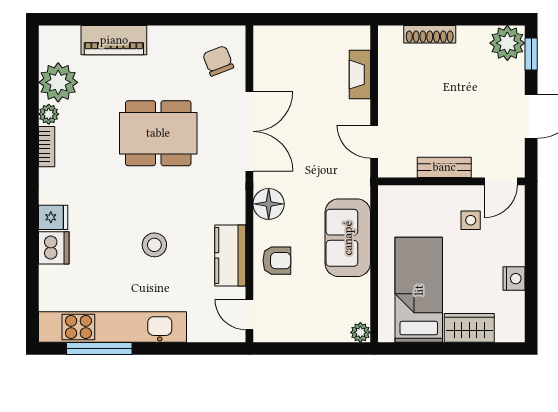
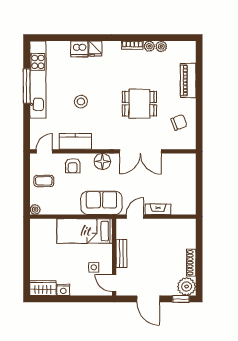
shoe rack: (430, 34) -> (191, 263), moved
chair: (218, 61) -> (179, 122), moved
fireplace: (360, 75) -> (158, 209), moved
plant: (58, 82) -> (161, 46), width x0.53, depth x0.53
dining table: (158, 133) -> (139, 104), width x0.73
sofa: (348, 238) -> (101, 203), moved
bed: (419, 290) -> (85, 231), moved, turned 180
coffee table: (306, 316) -> (44, 181), added
wardrobe: (469, 328) -> (43, 288), moved, turned -90
window: (99, 348) -> (27, 86), moved

